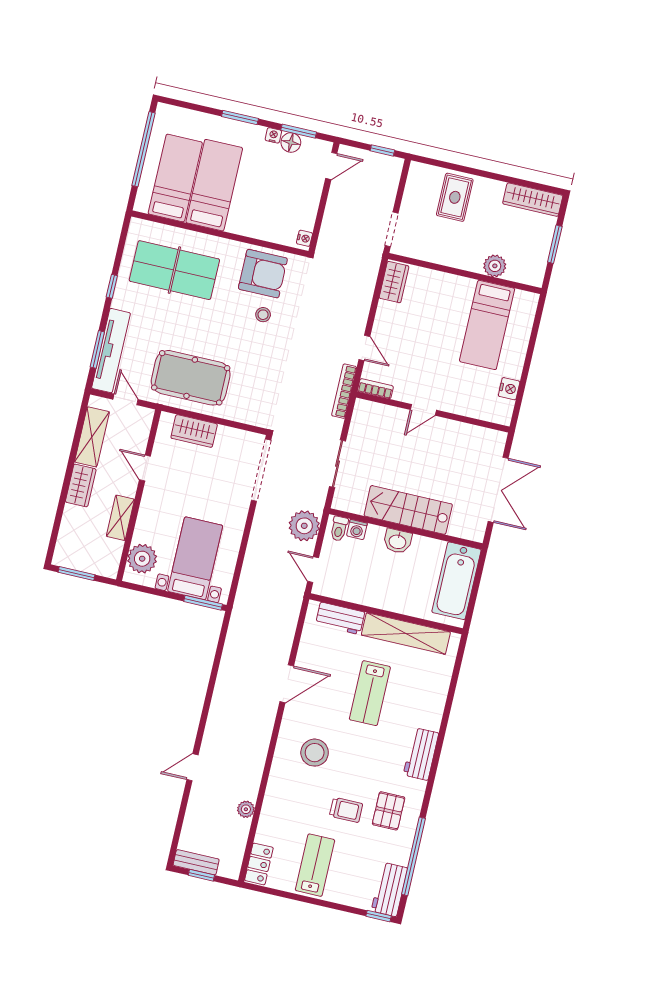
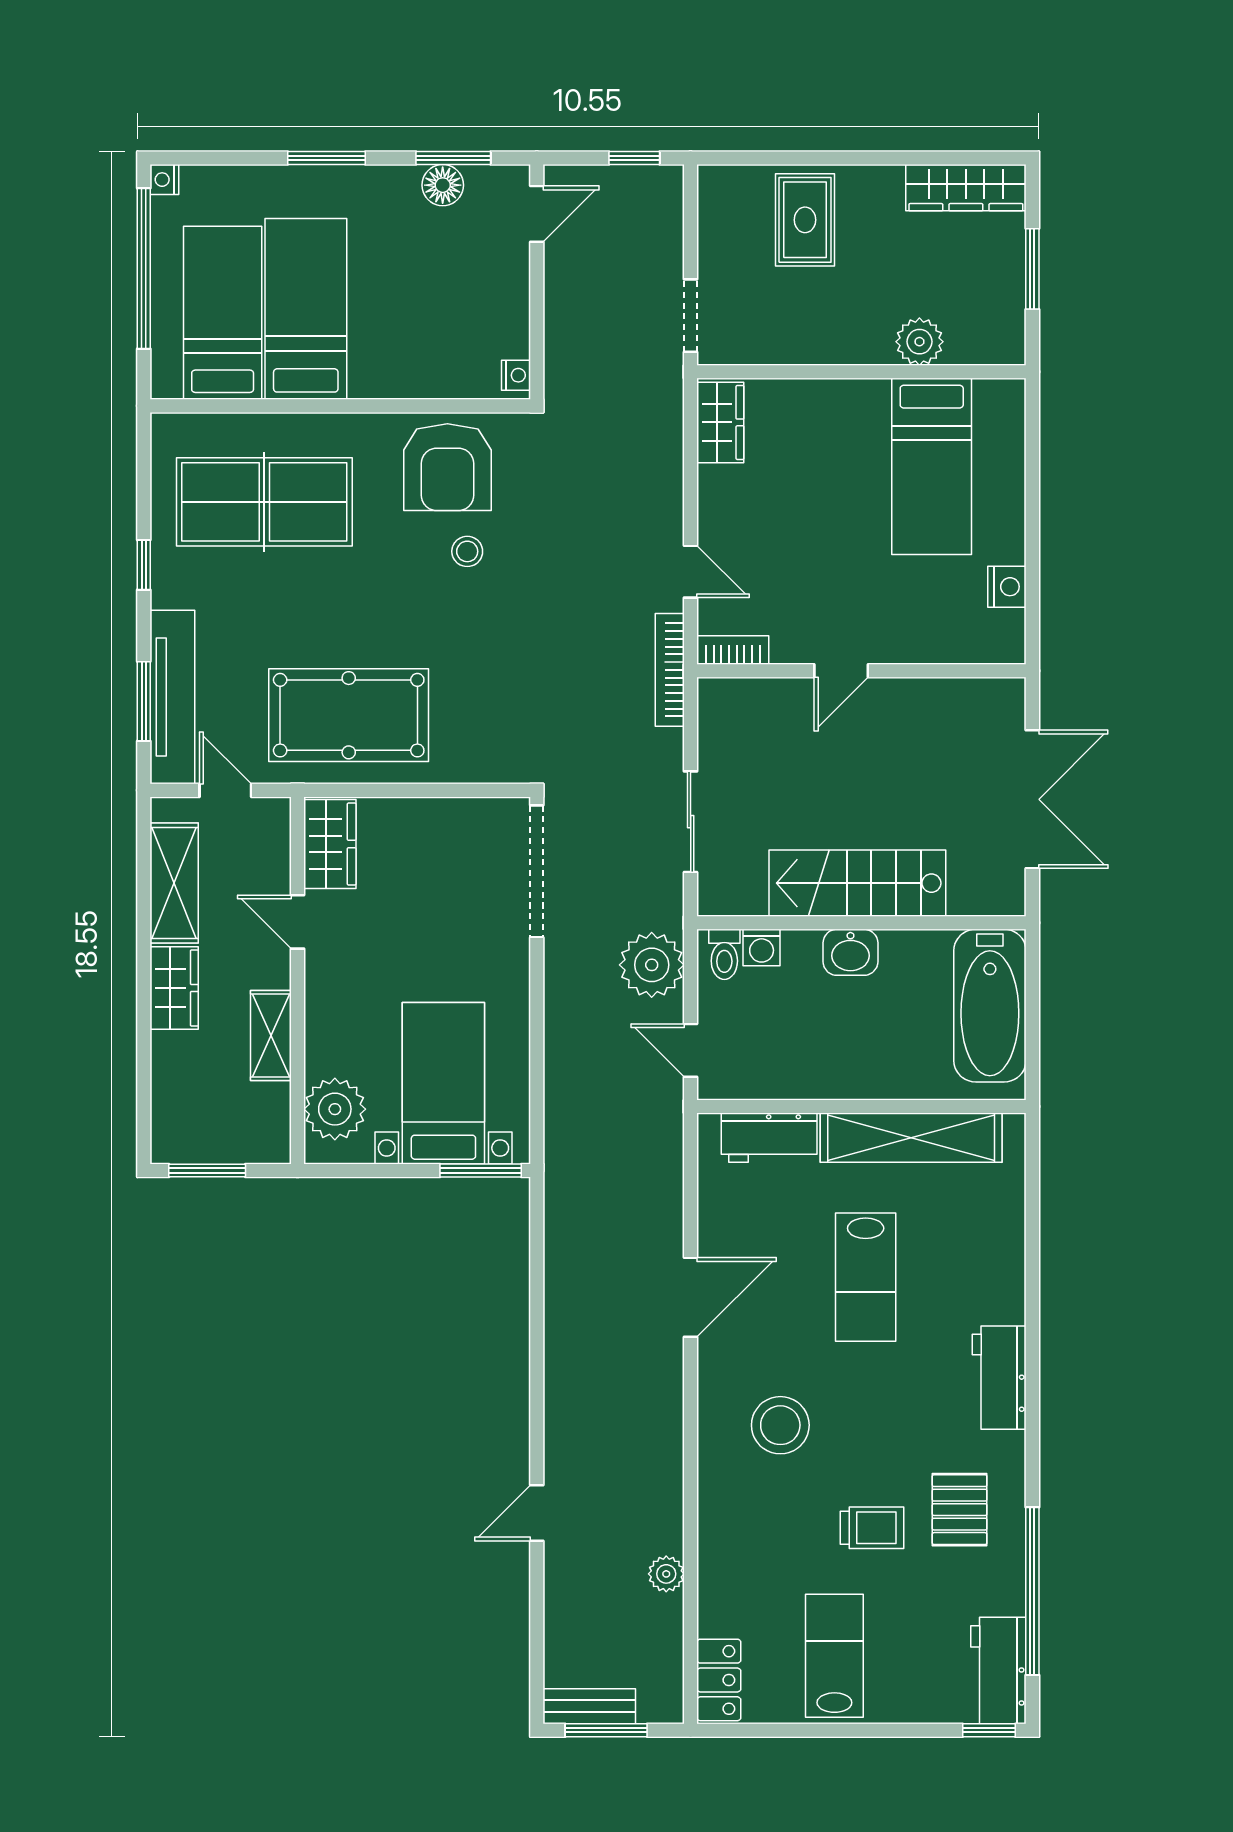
nightstand: (273, 135) -> (164, 180), moved, turned -90
armchair: (263, 274) -> (447, 467), turned 90
wardrobe: (194, 431) -> (330, 844), moved, turned -90
window: (201, 875) -> (606, 1730), width x1.50

